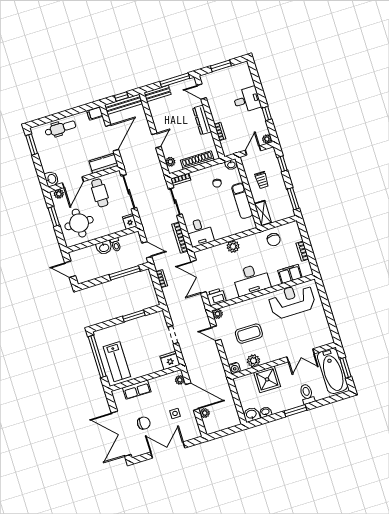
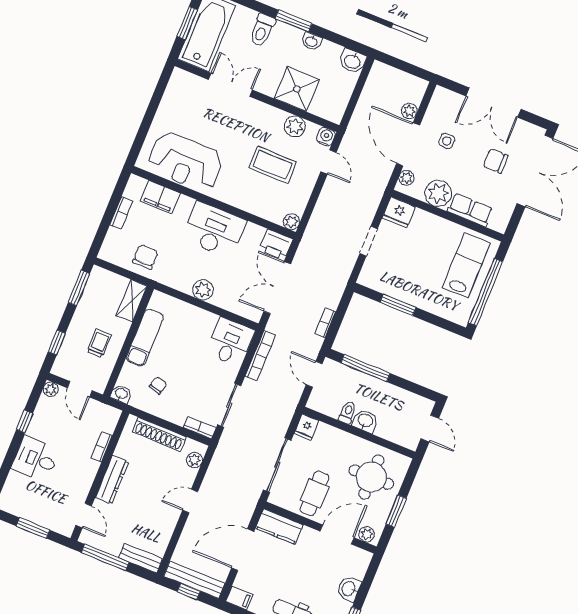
door: (253, 151) -> (80, 389), hinge flipped
washbasin: (51, 179) -> (349, 589), moved
double door: (198, 277) -> (277, 288), swing flipped
door: (216, 333) -> (329, 162), moved
plant: (159, 385) -> (438, 193), added
washbasin: (265, 412) -> (311, 41), moved

